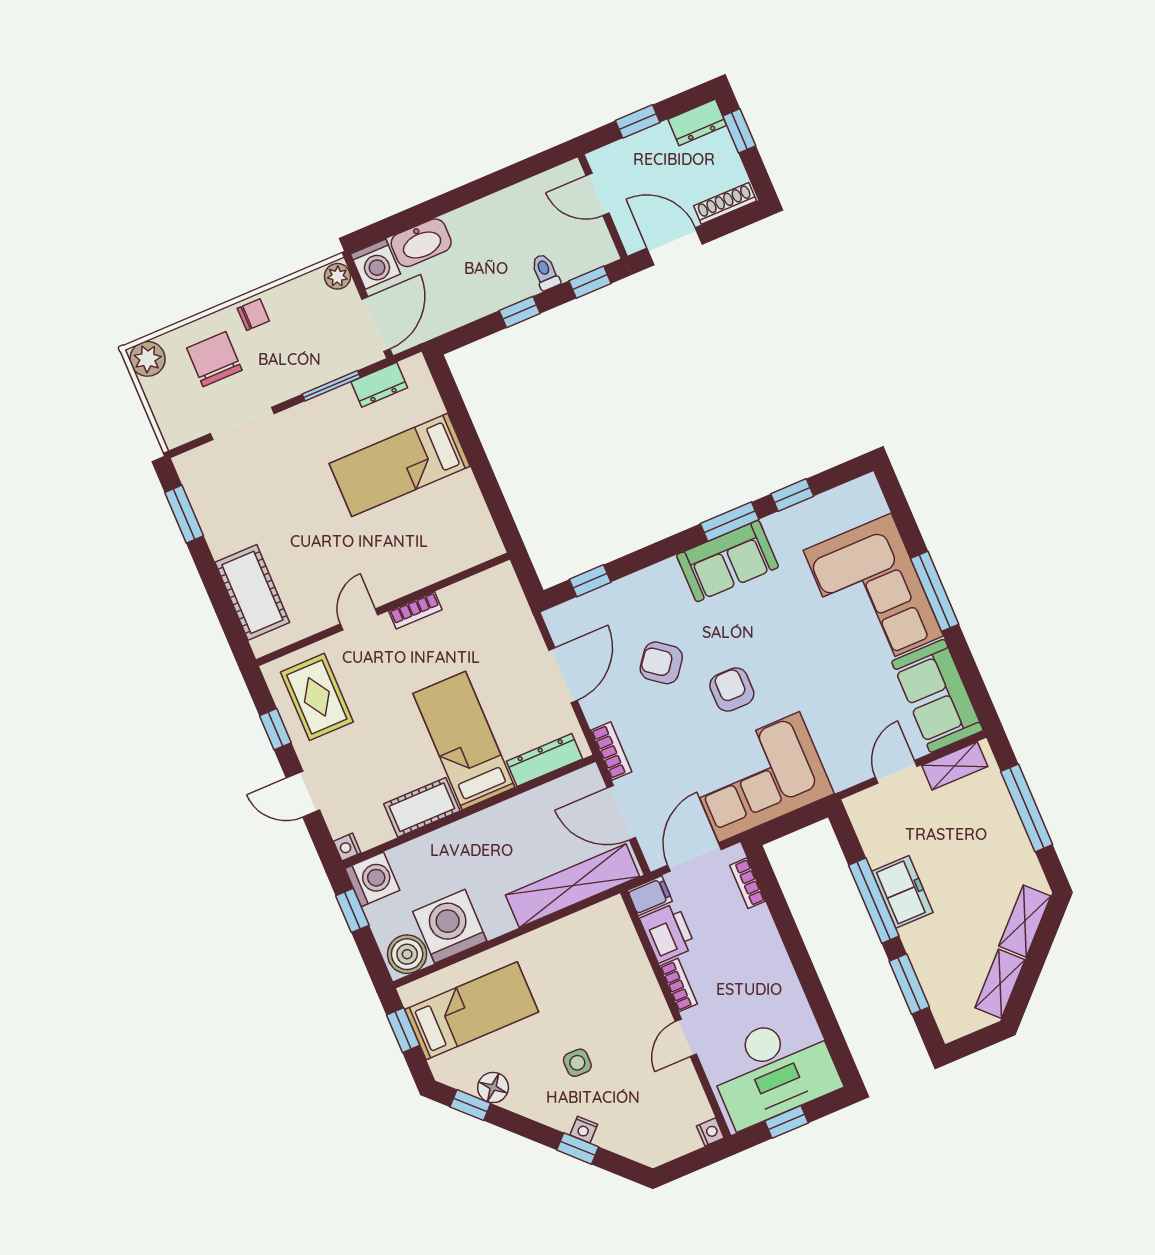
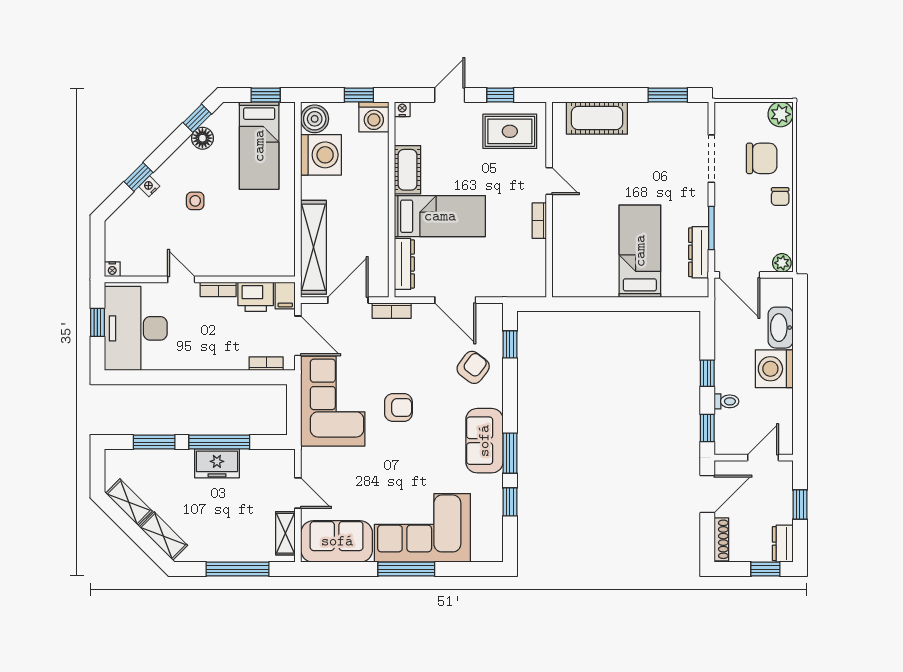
washing machine: (375, 264) -> (774, 369), moved, width x1.37, depth x1.37
dresser: (379, 385) -> (699, 252), width x1.44
armchair: (661, 663) -> (473, 367), moved

